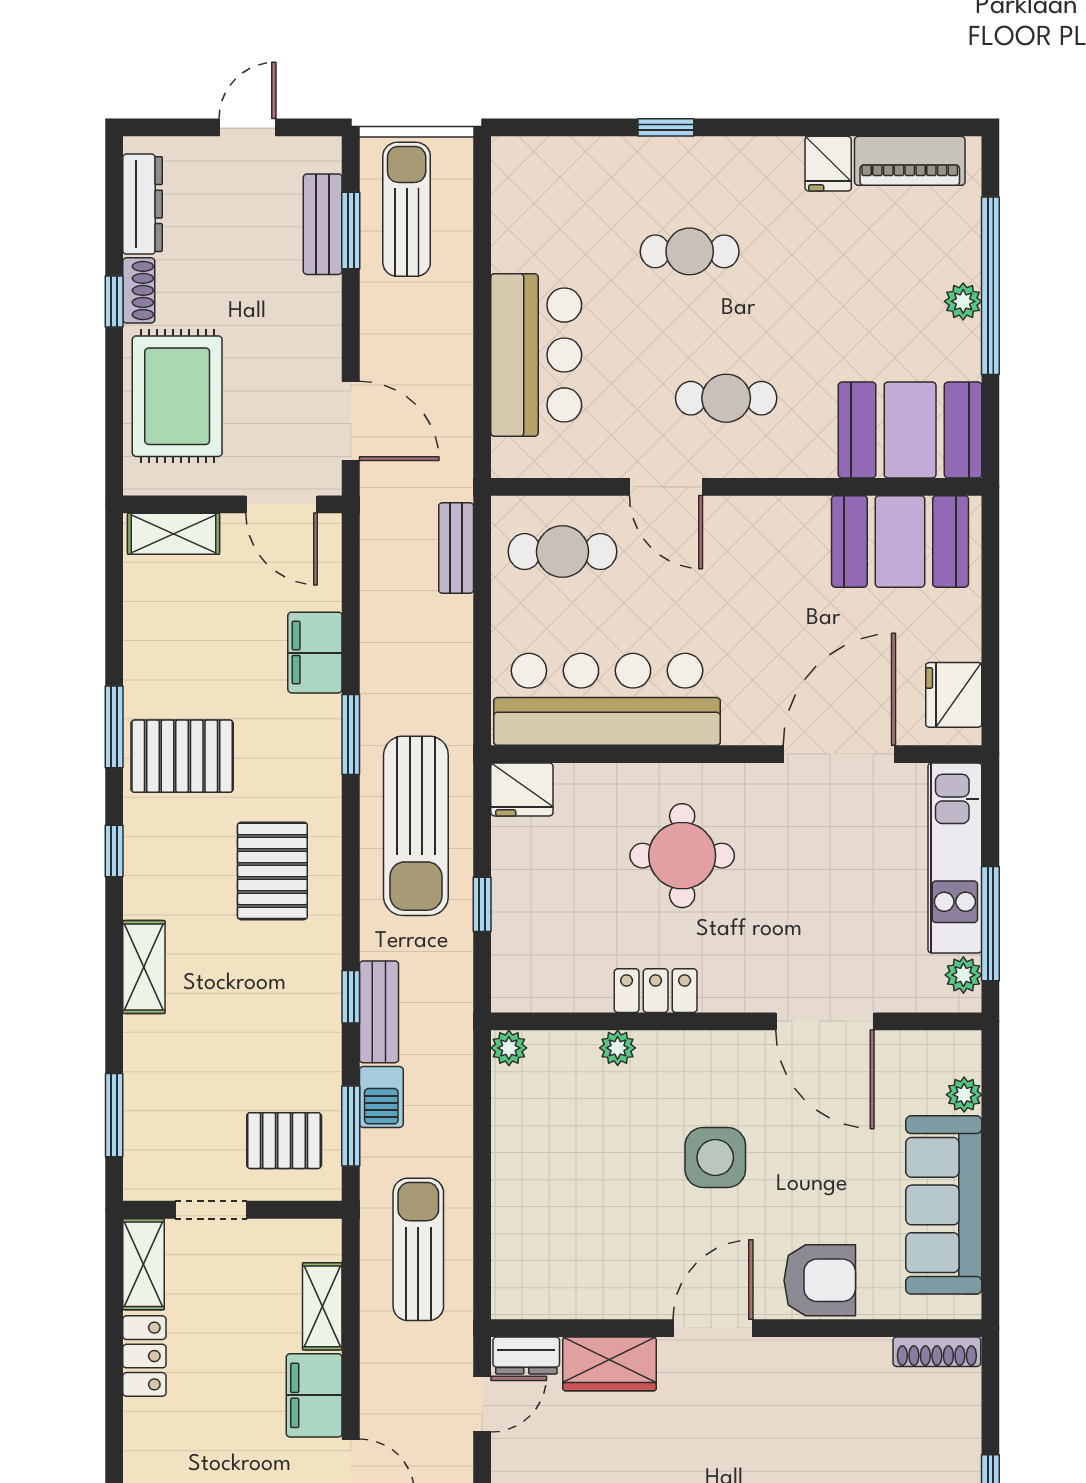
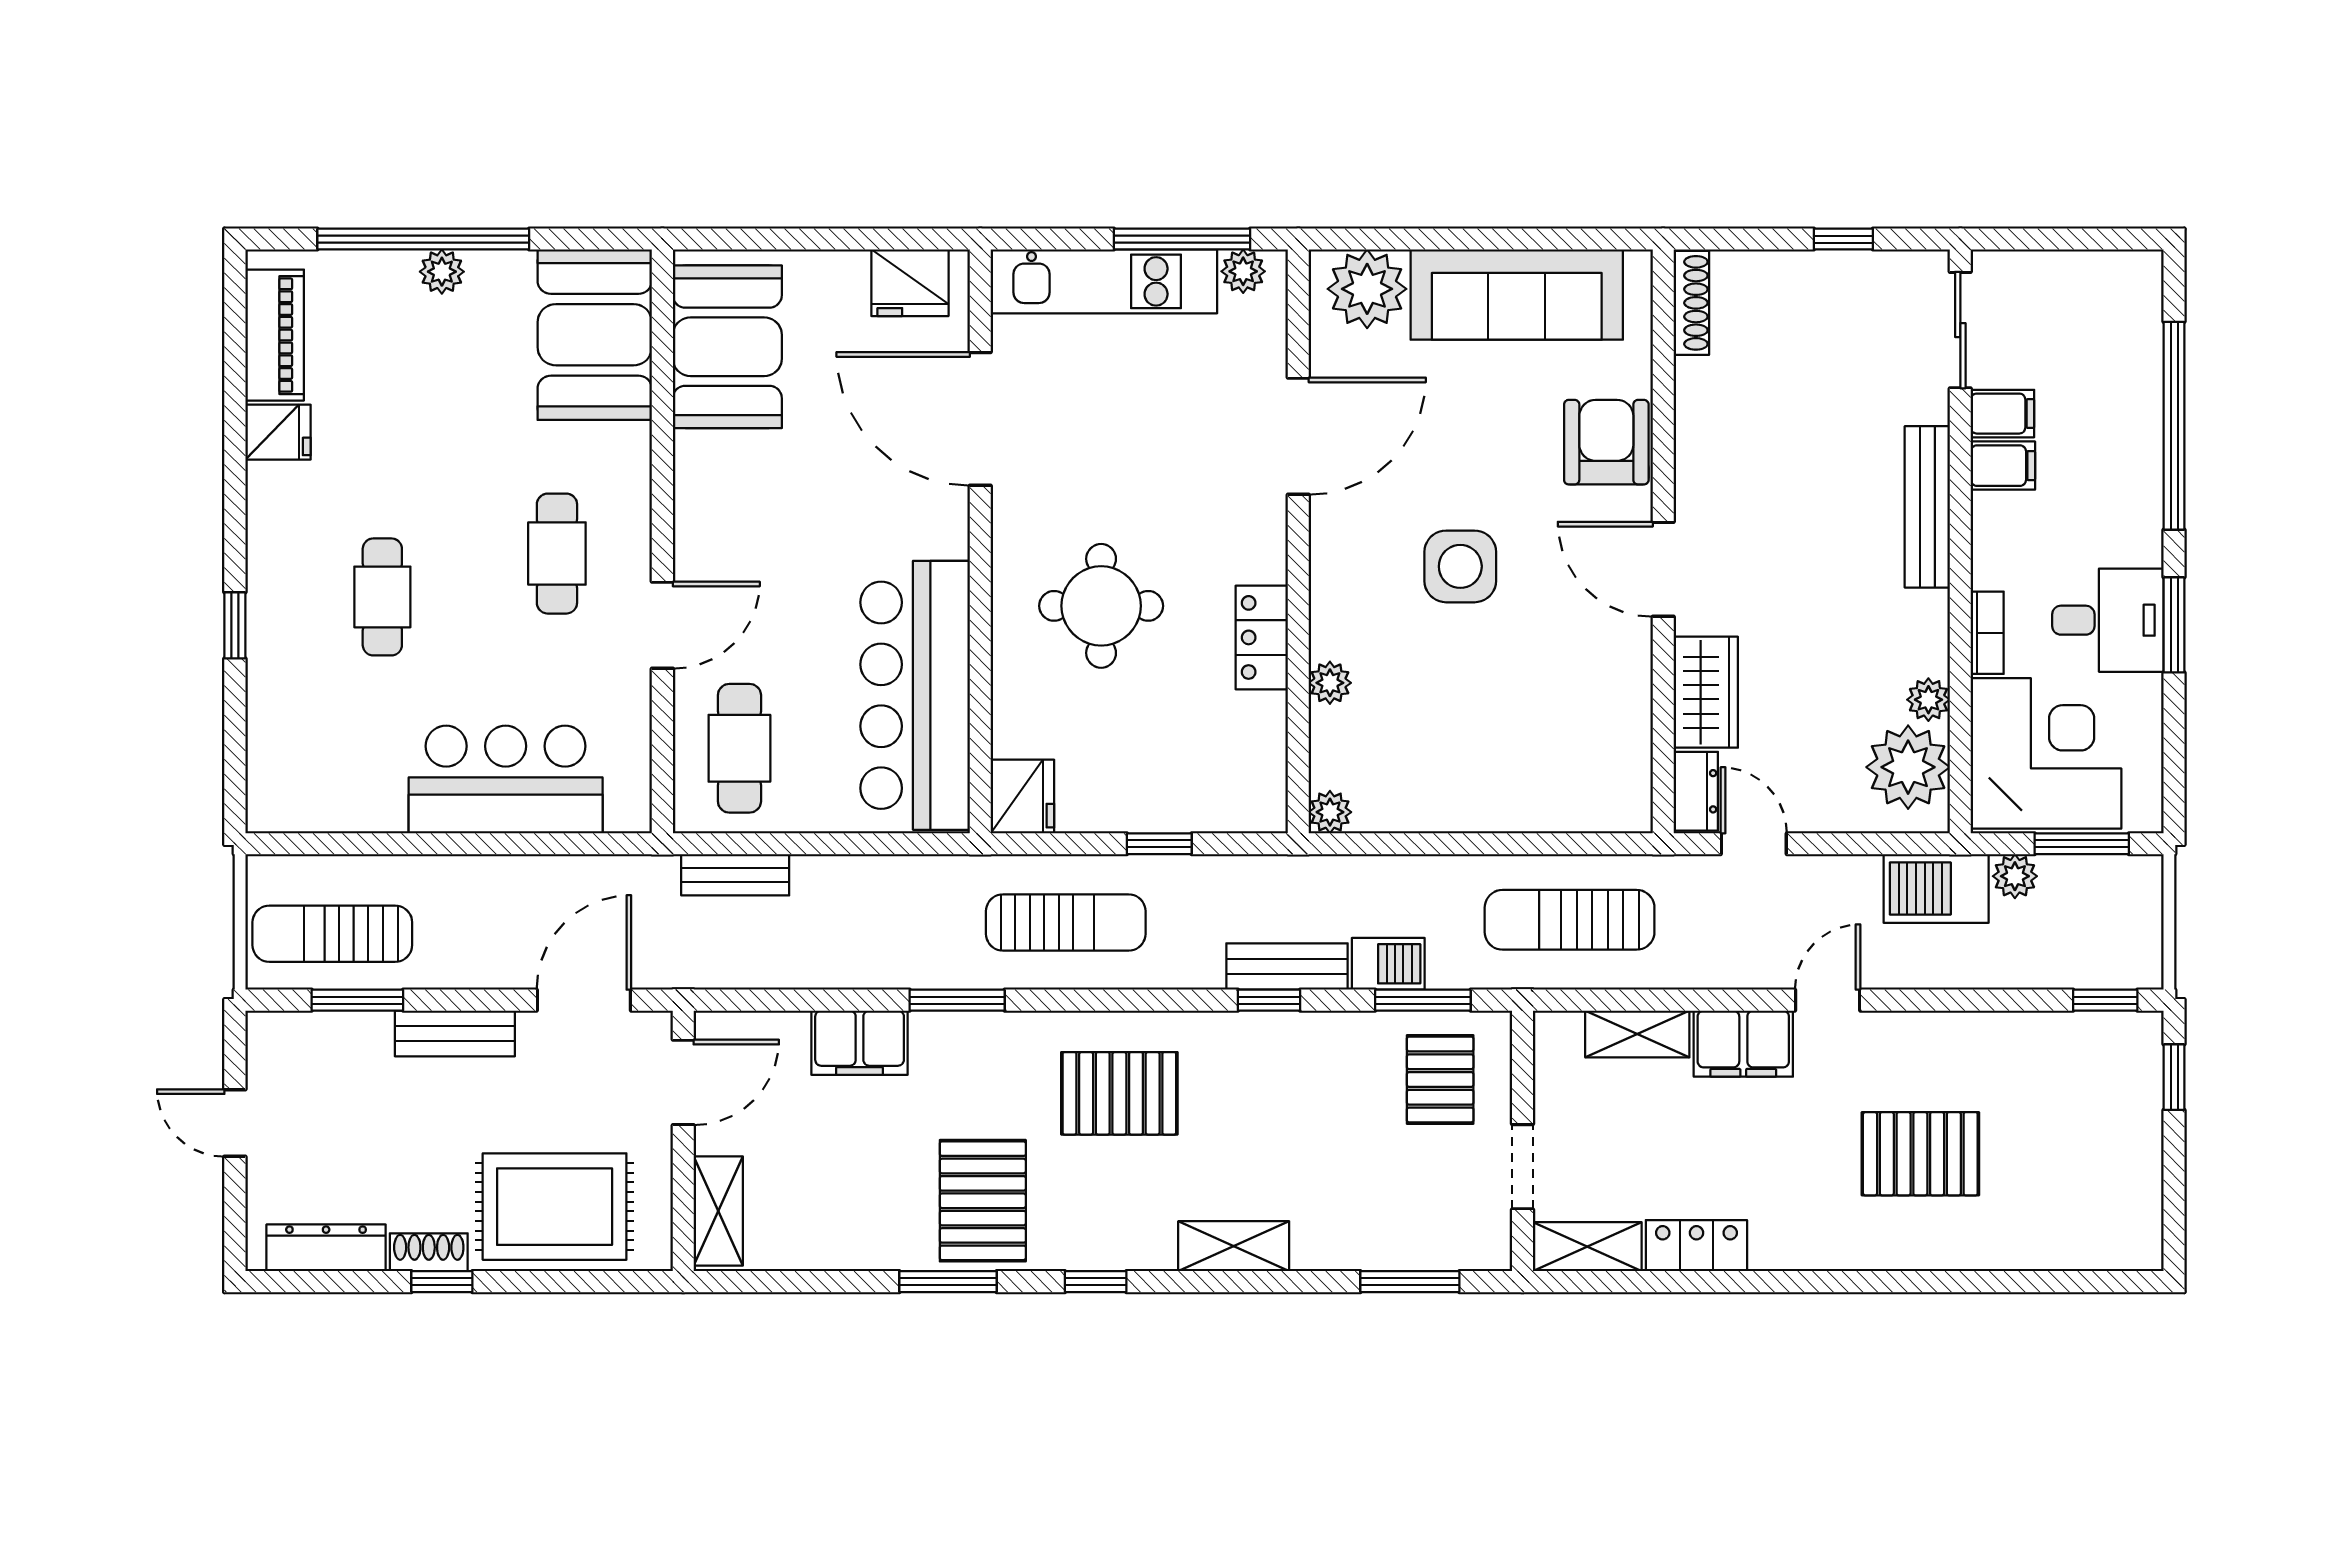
bench: (323, 224) -> (455, 1033), moved
sun lounger: (416, 826) -> (1066, 923), width x0.73, depth x0.75
plant: (964, 1095) -> (1367, 289), width x1.87, depth x1.87

